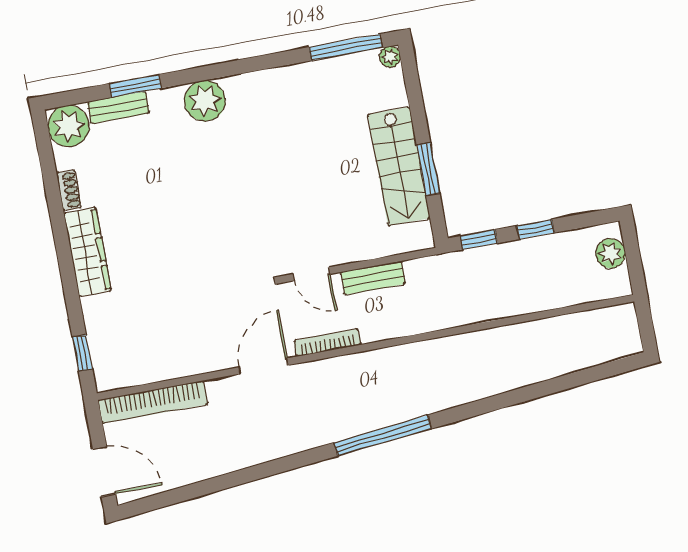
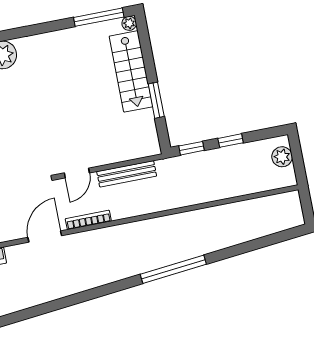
stairs: (399, 166) -> (131, 71), moved
door: (312, 274) -> (77, 173), hinge flipped
bench: (373, 278) -> (127, 174), width x1.36
window: (383, 436) -> (173, 269), moved

